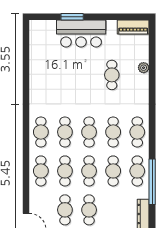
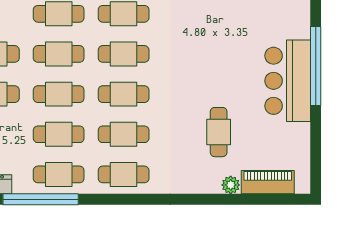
window: (72, 17) -> (316, 66), width x2.11
piano: (133, 27) -> (268, 182), moved, turned 90
cafe table: (112, 75) -> (219, 132), turned 90

